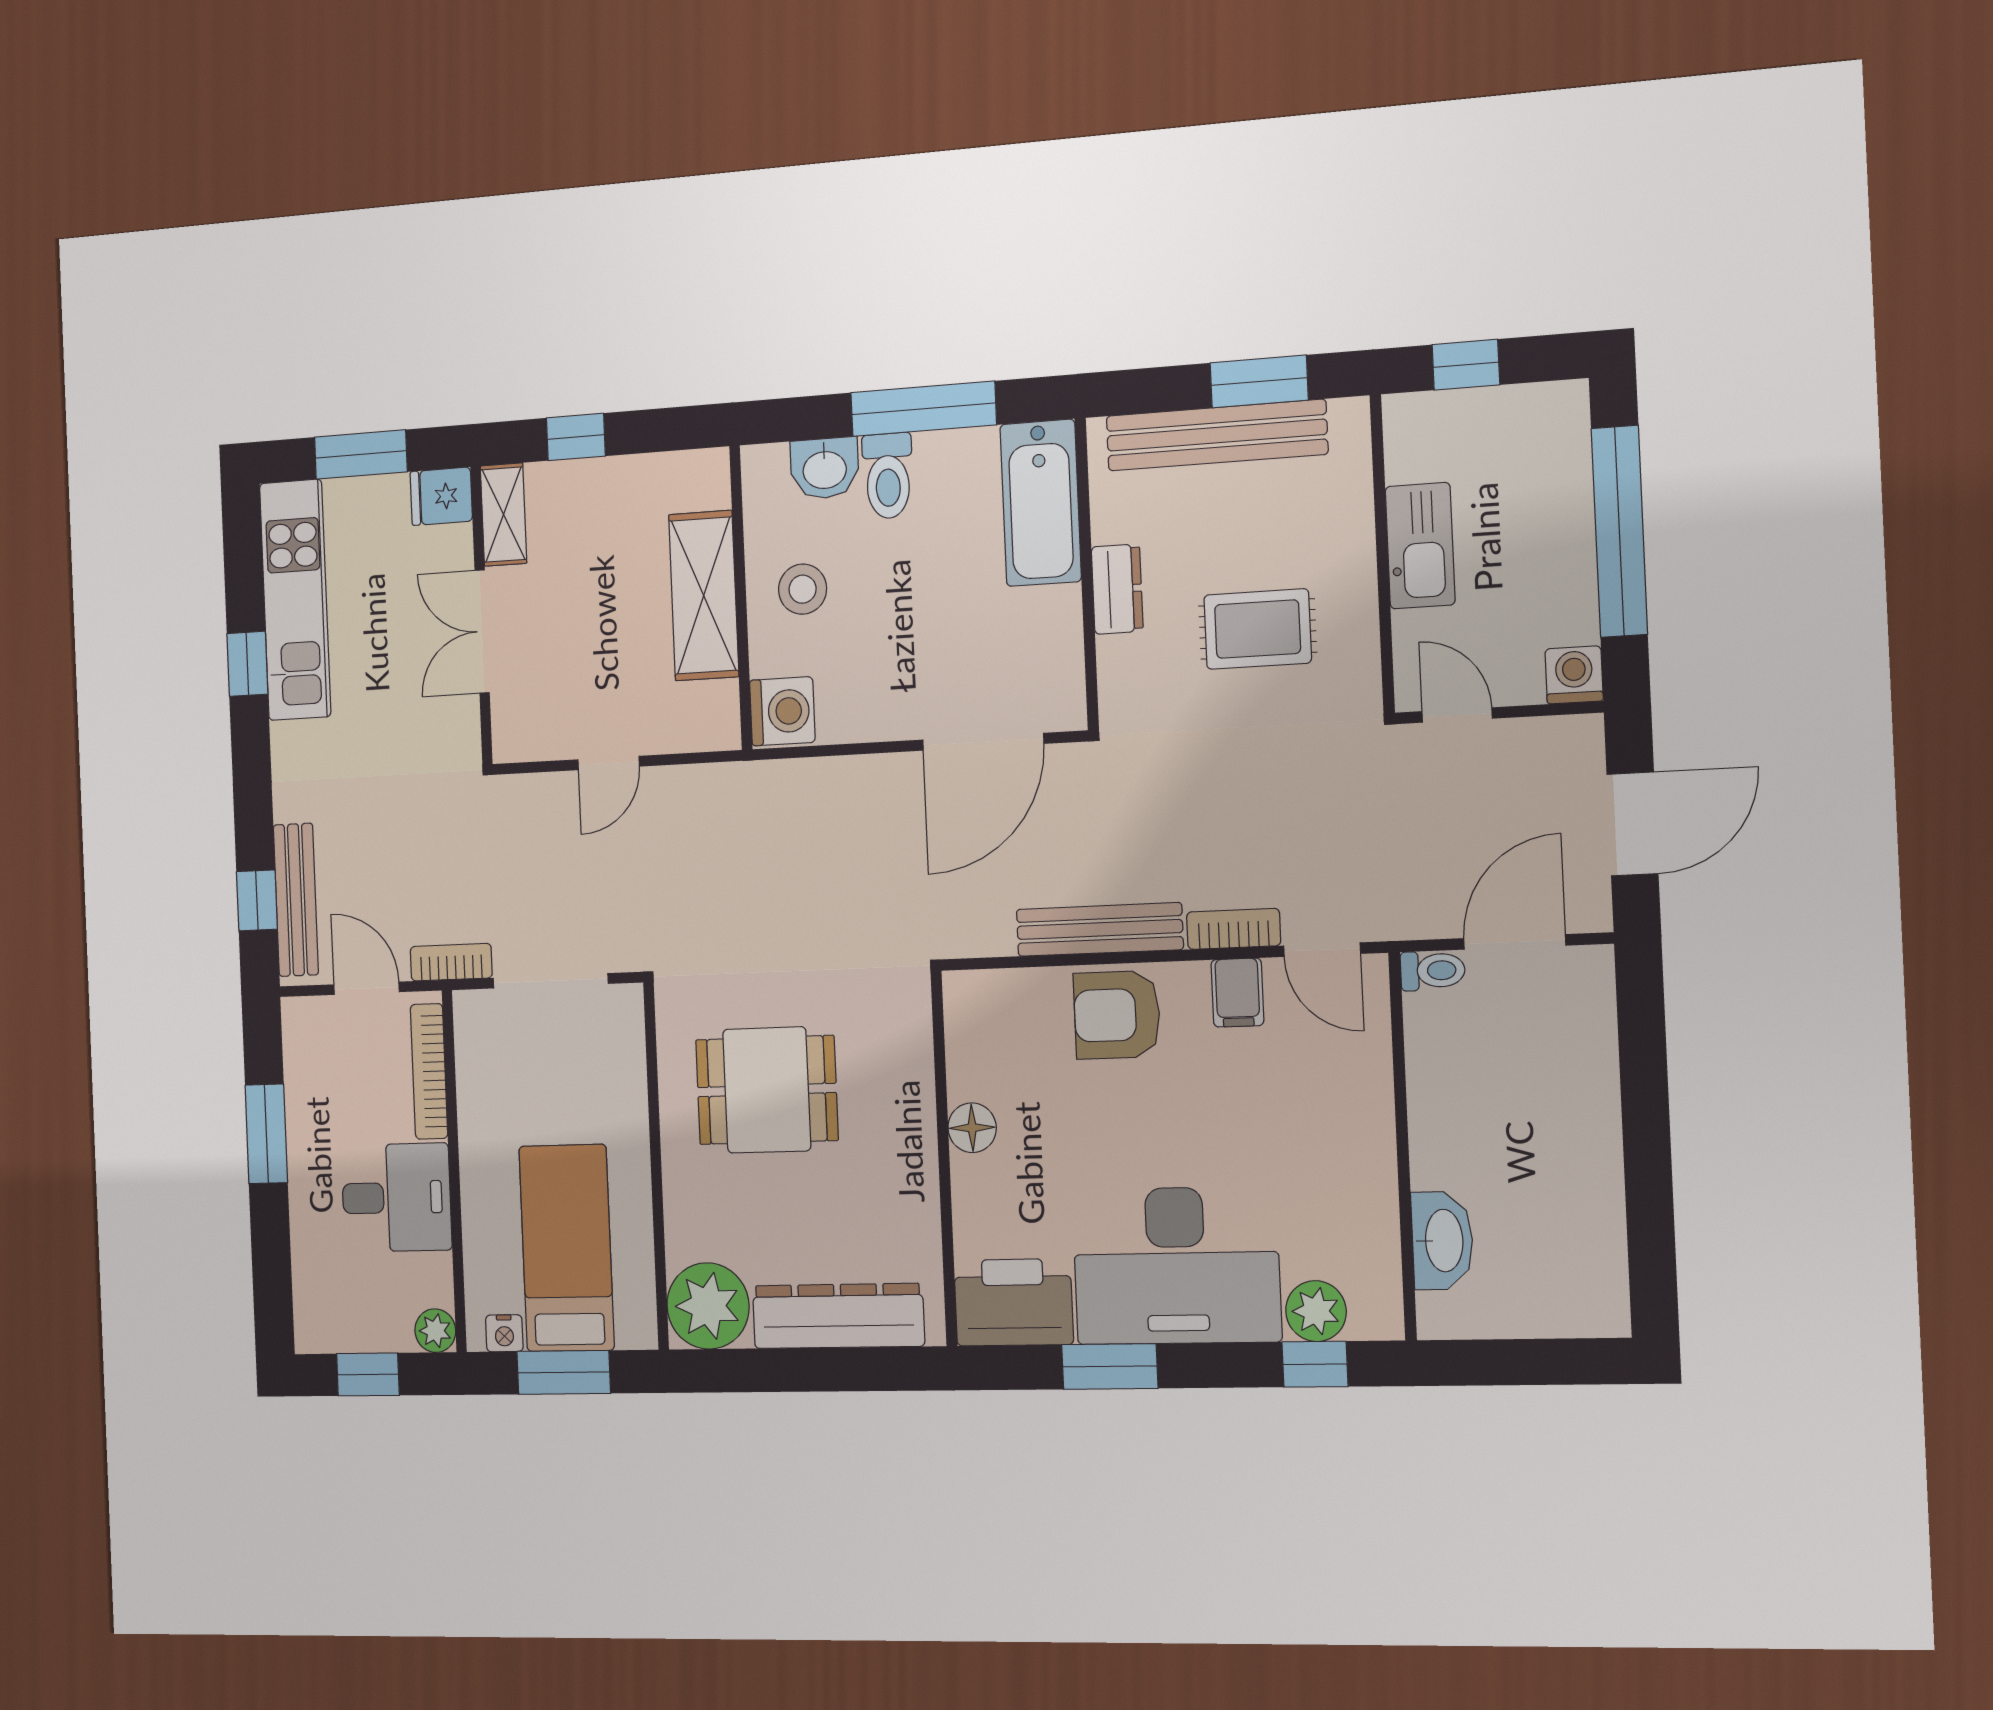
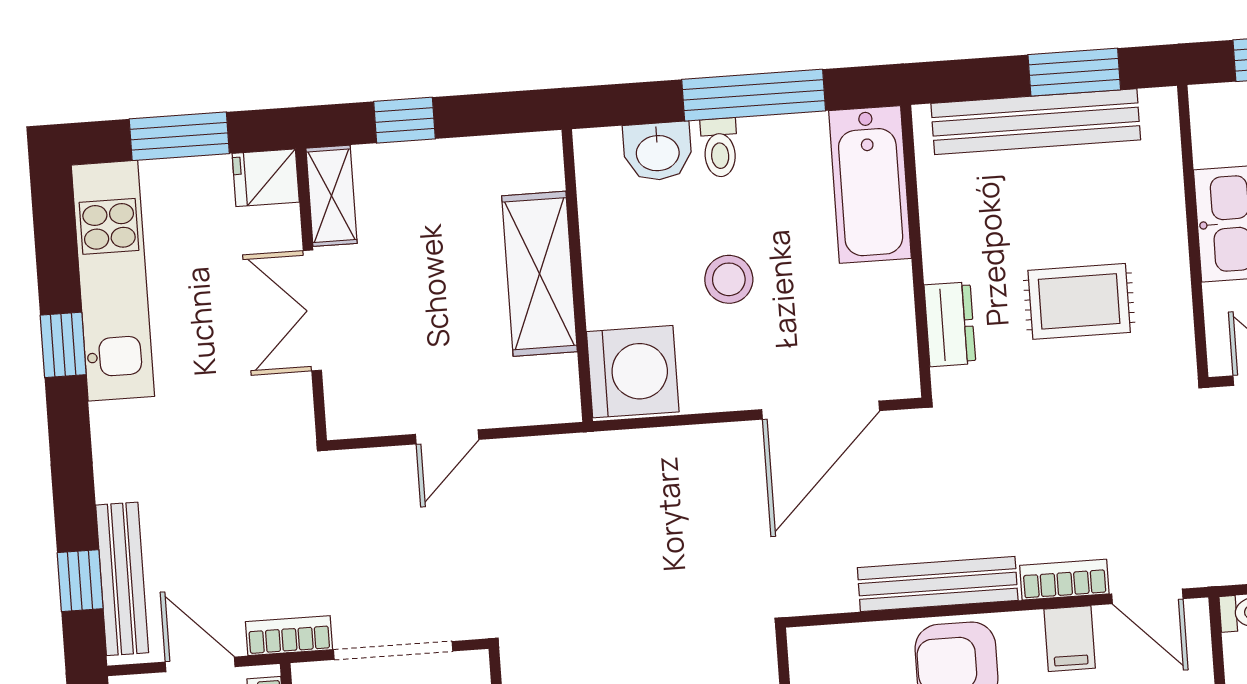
toilet: (888, 476) -> (720, 148), width x0.73, depth x0.72
stool: (803, 589) -> (729, 279), moved
dresser: (1117, 589) -> (950, 324), moved
washing machine: (782, 711) -> (633, 372), width x1.37, depth x1.37

